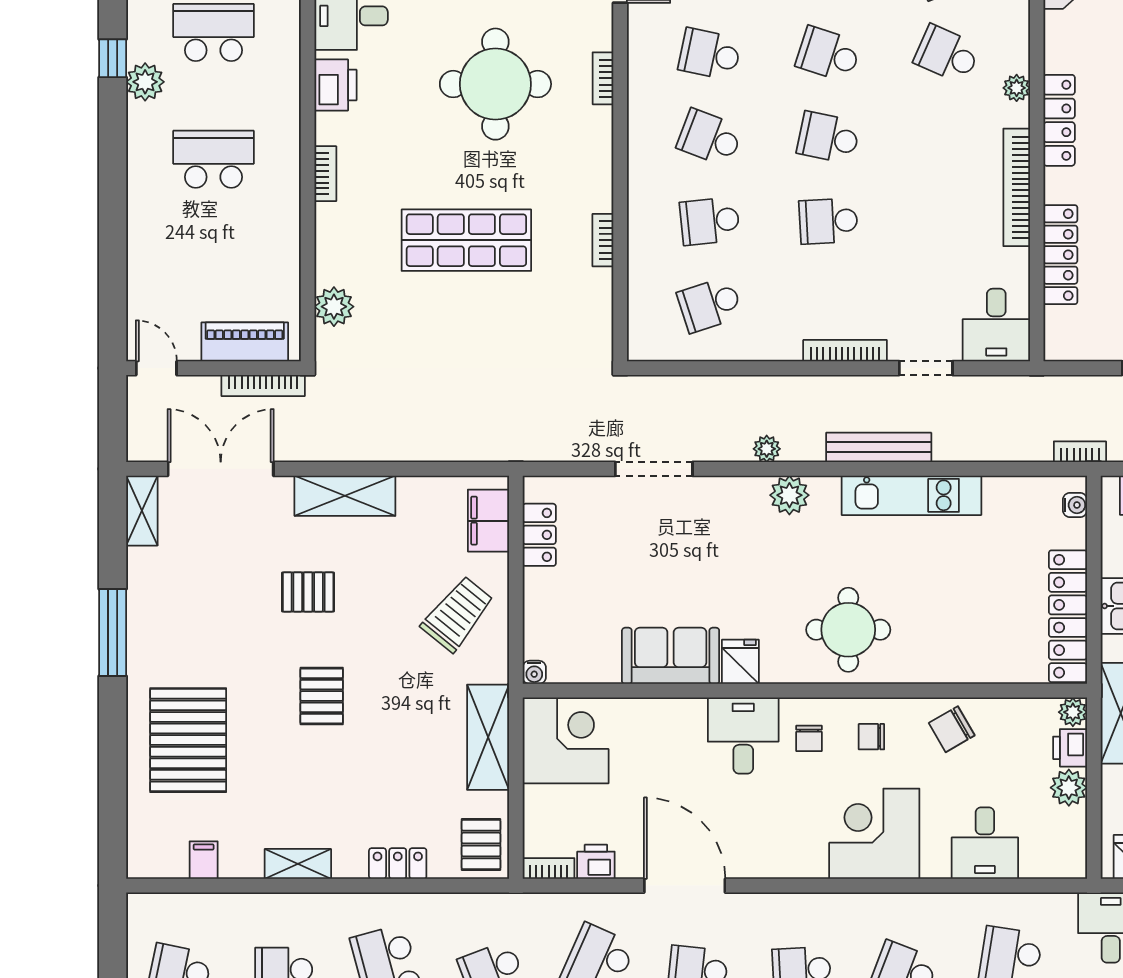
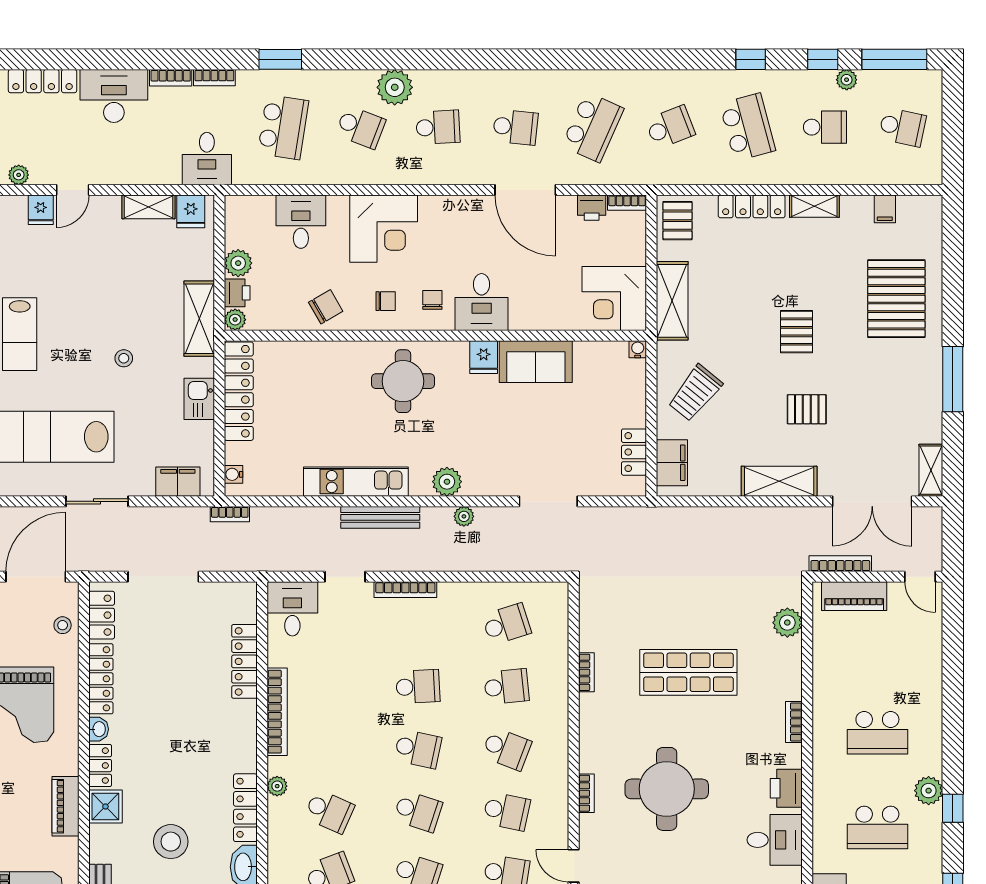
locker: (1059, 120) -> (245, 808), moved
locker: (398, 864) -> (752, 206), width x1.53

